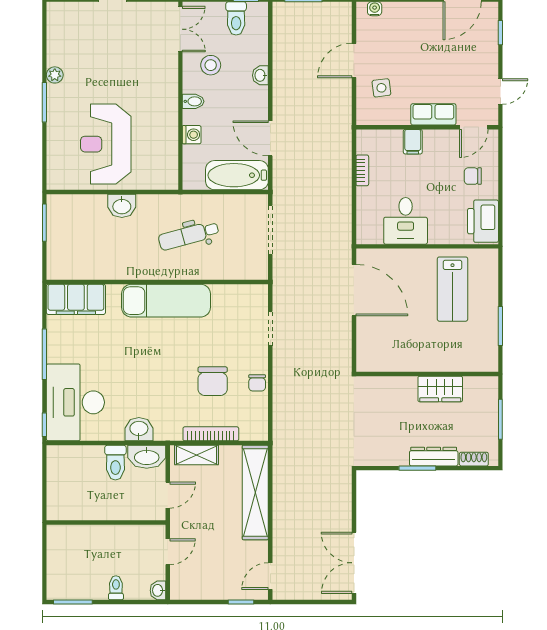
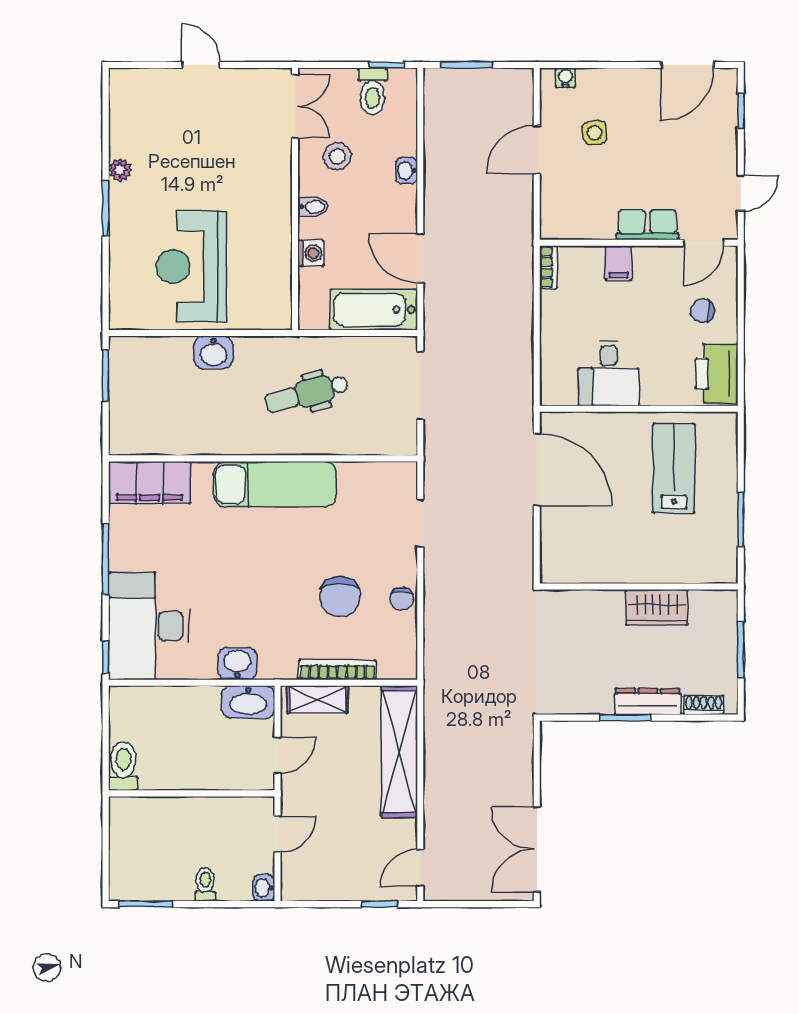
side table: (381, 88) -> (595, 133), moved
bookcase: (362, 170) -> (548, 267), moved
lab bench: (453, 289) -> (674, 468), turned 180
toilet: (115, 463) -> (123, 766), moved, turned 180

